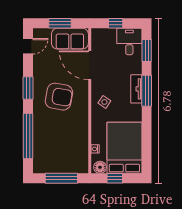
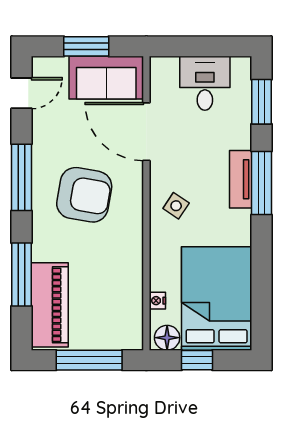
window: (116, 23) -> (199, 46), removed
desk: (129, 41) -> (205, 83), moved
window: (28, 88) -> (21, 177), width x1.44
window: (28, 136) -> (21, 275), width x0.68
piano: (42, 151) -> (50, 305), added

